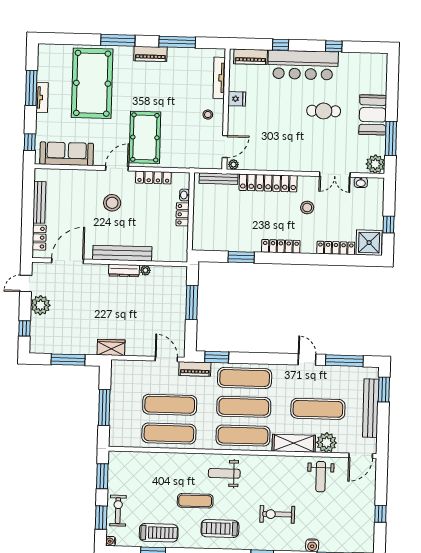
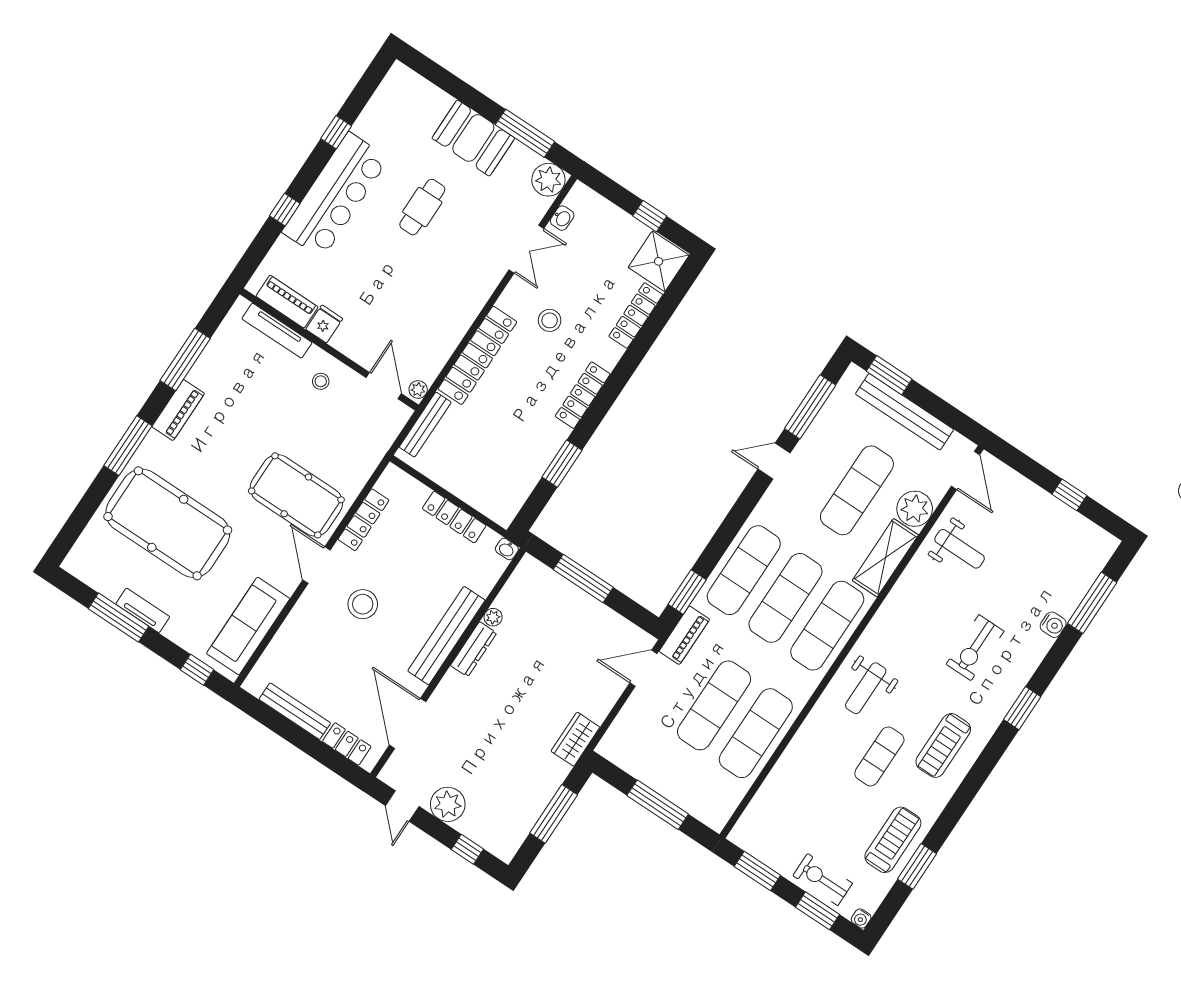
piano: (250, 57) -> (287, 302), moved, turned -90
washbasin: (185, 195) -> (507, 549), moved
locker: (183, 214) -> (454, 517), width x1.53

